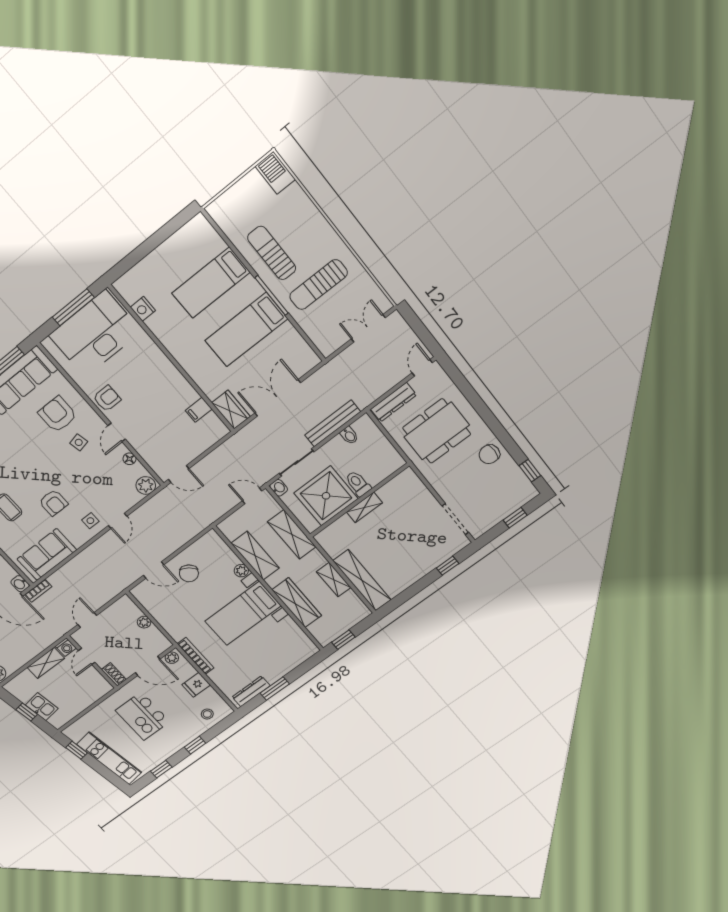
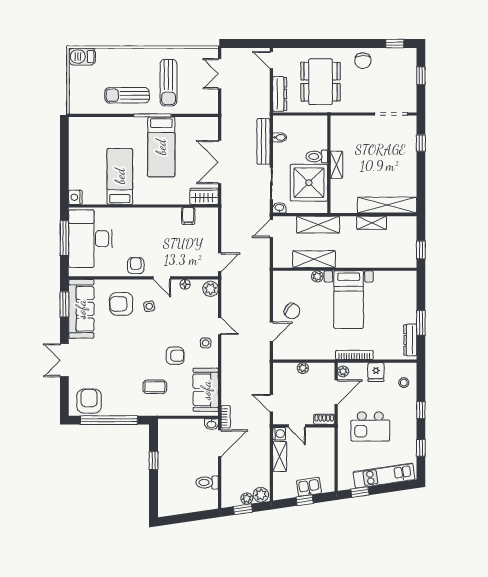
bed: (211, 283) -> (120, 176), moved, turned 180
nightstand: (143, 309) -> (75, 197), moved, turned 90
wardrobe: (297, 603) -> (369, 259), removed

